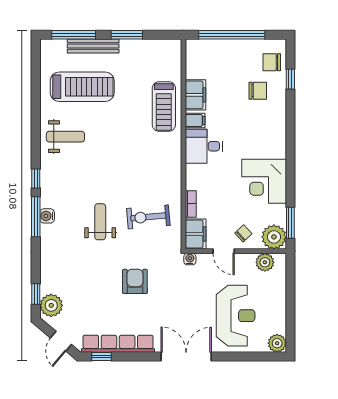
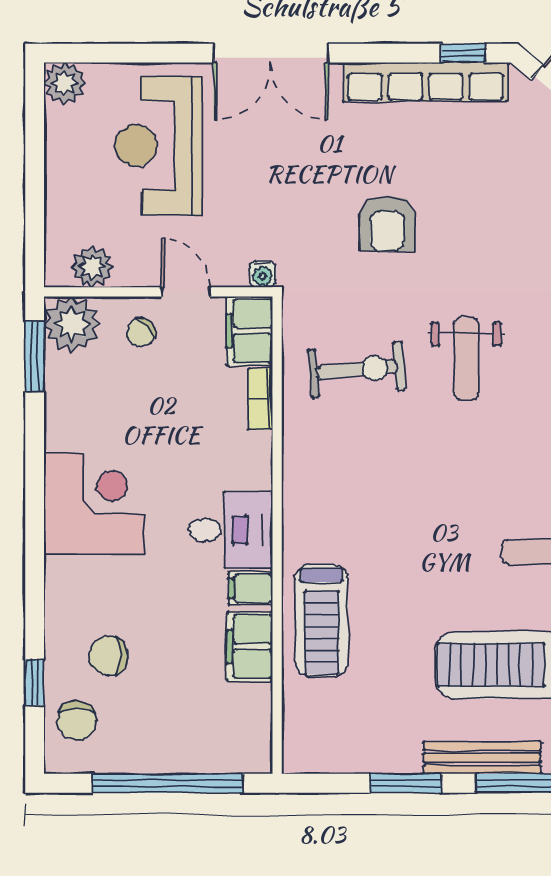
chair: (272, 62) -> (77, 721), turned 90
treadmill: (164, 107) -> (322, 620), turned 180
corner desk: (264, 181) -> (94, 504), moved

